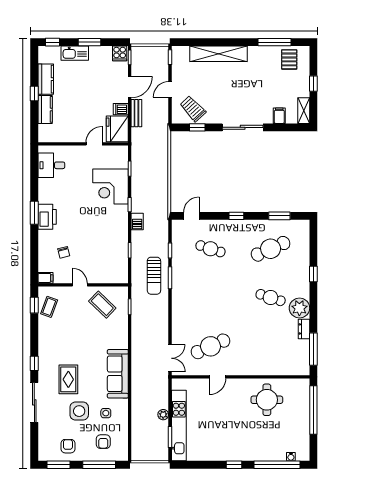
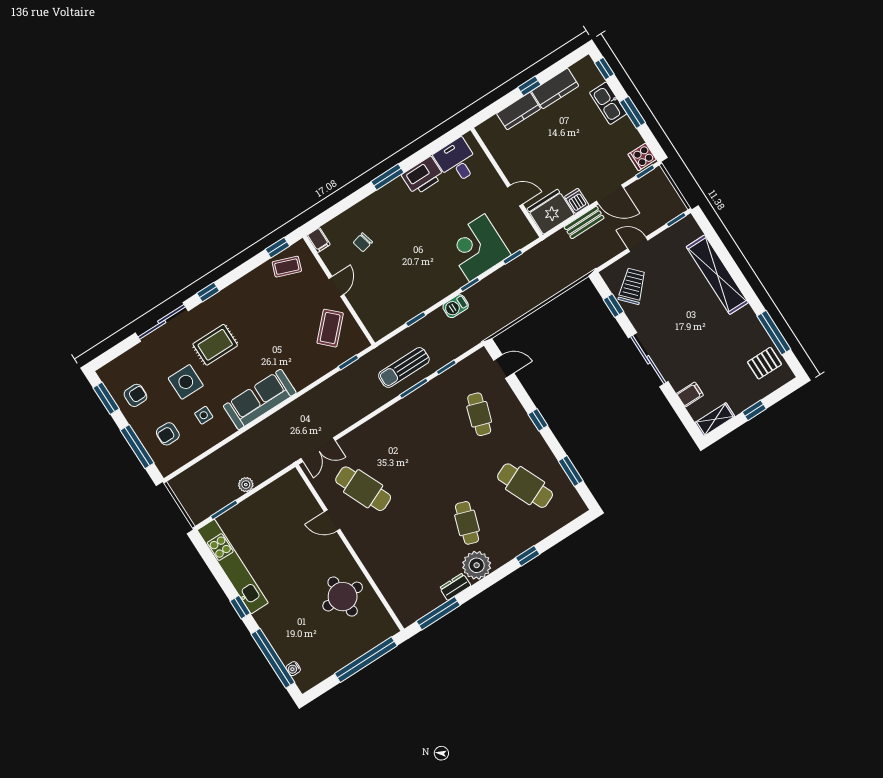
printer: (47, 217) -> (423, 176), moved
kitchen unit: (179, 426) -> (233, 566), moved, turned -90

